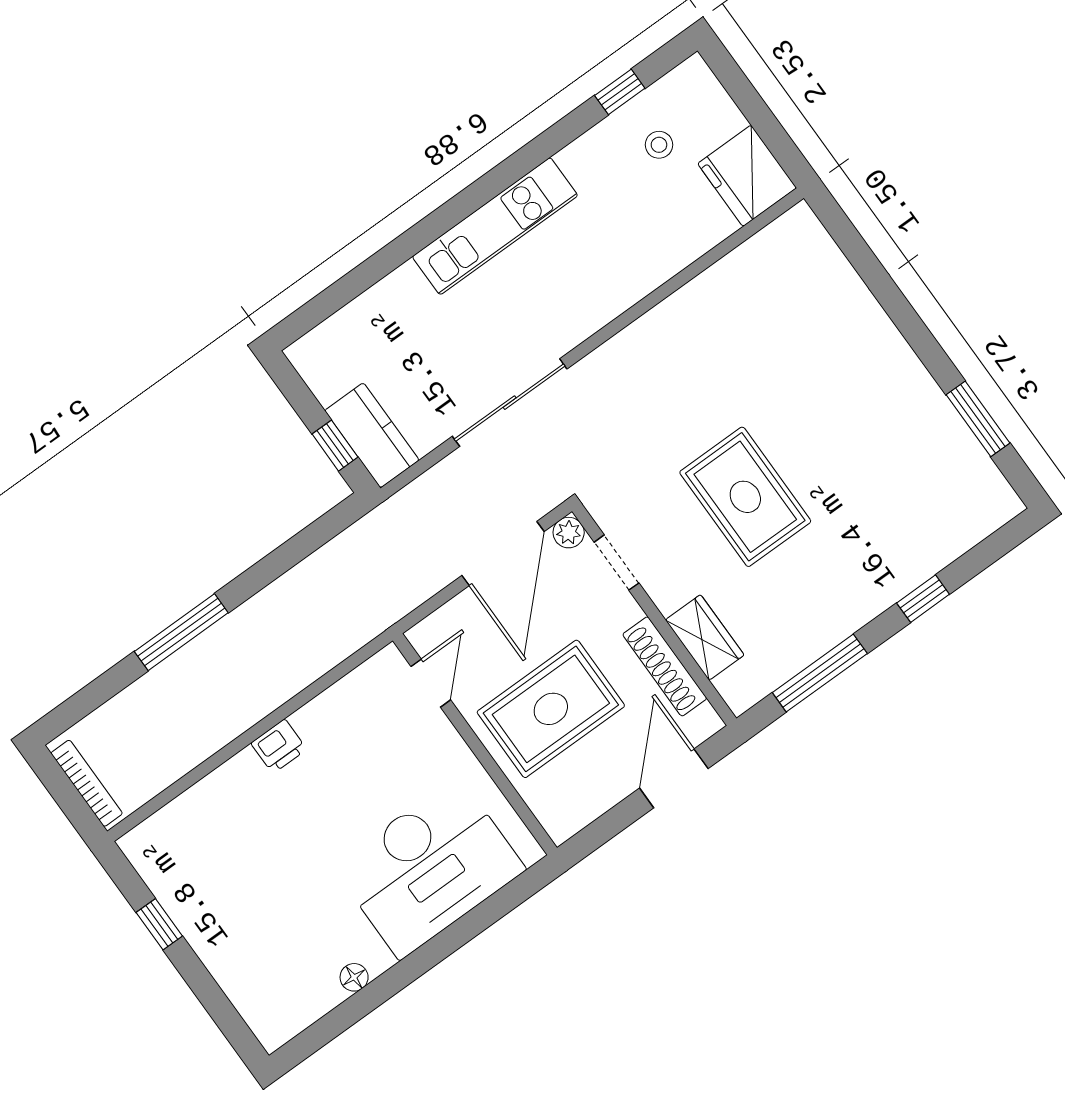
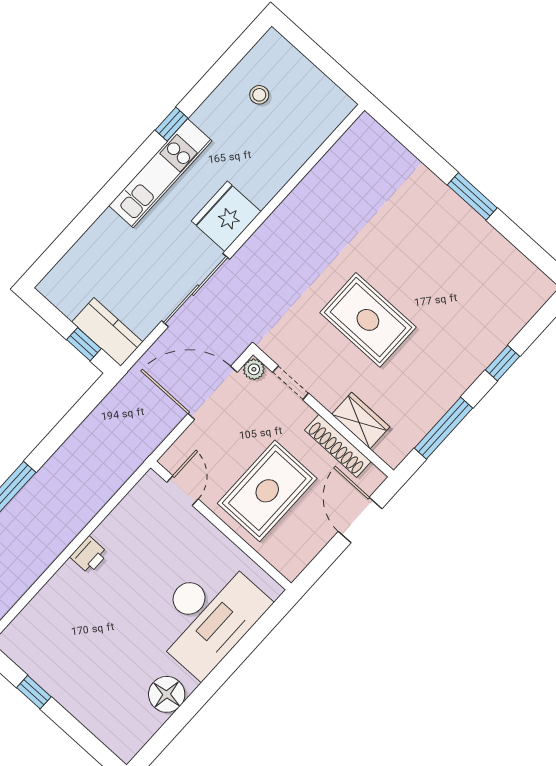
window: (620, 92) -> (171, 124), moved
fridge: (747, 176) -> (226, 216), moved, turned 90
window: (978, 419) -> (472, 196), moved
door: (503, 553) -> (213, 393), swing flipped
floor lamp: (354, 977) -> (167, 694), width x1.89, depth x1.89

